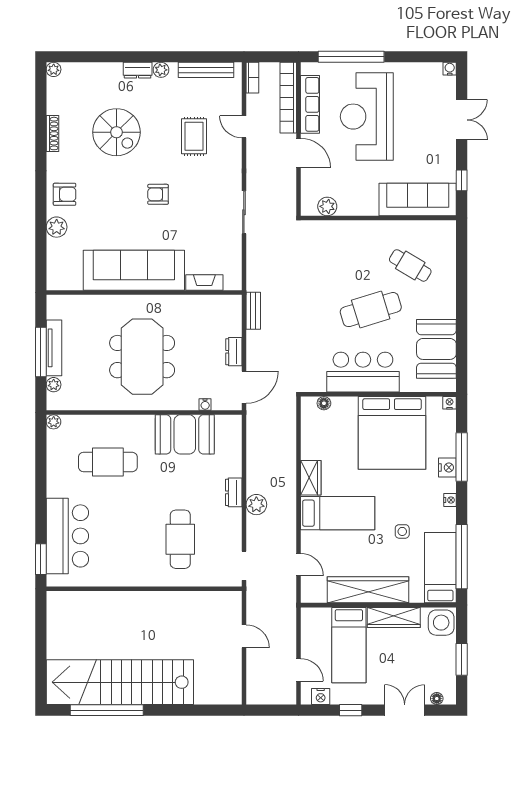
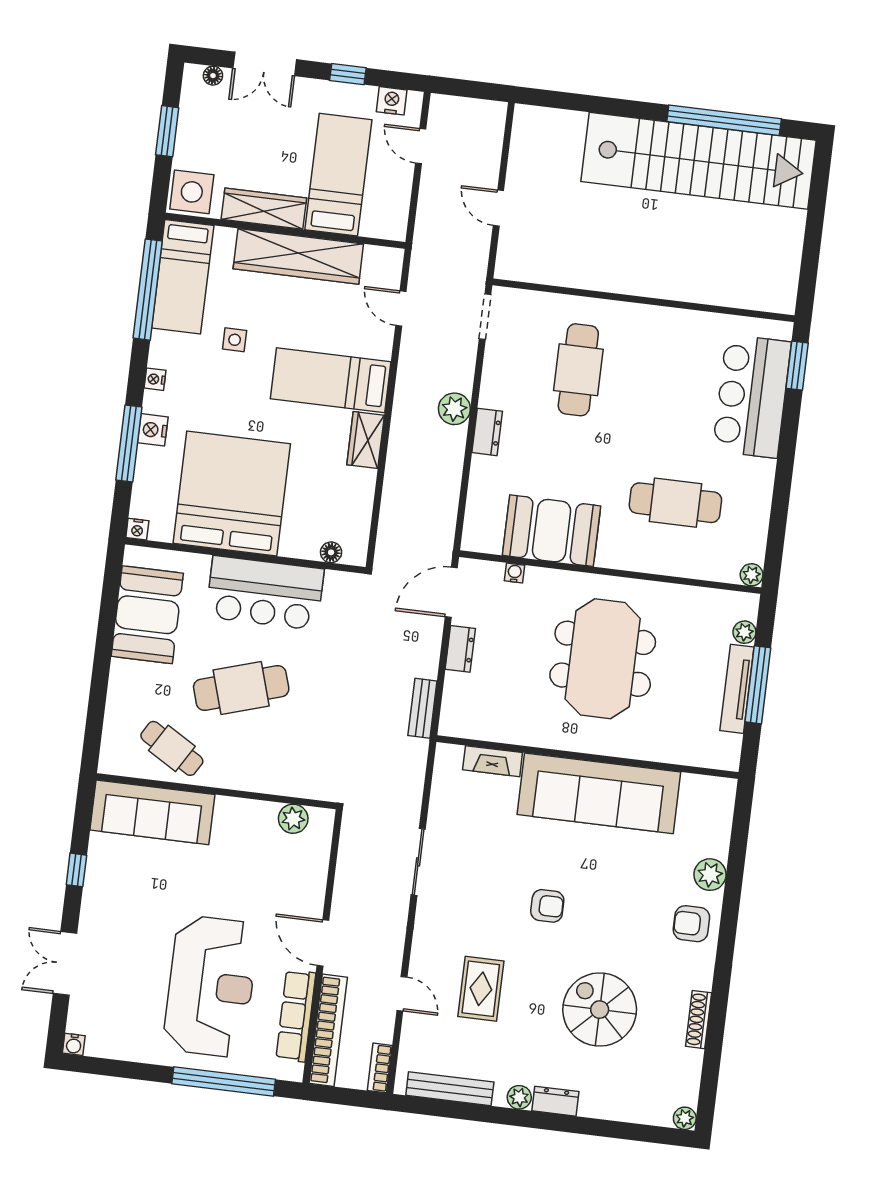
sofa: (418, 200) -> (152, 812), moved
plant: (327, 206) -> (293, 819), moved
wall: (378, 218) -> (216, 791), moved

